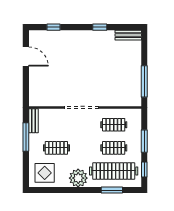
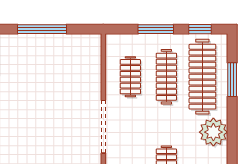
window: (144, 81) -> (42, 29), moved
clothes rail: (114, 148) -> (166, 77), width x1.36

